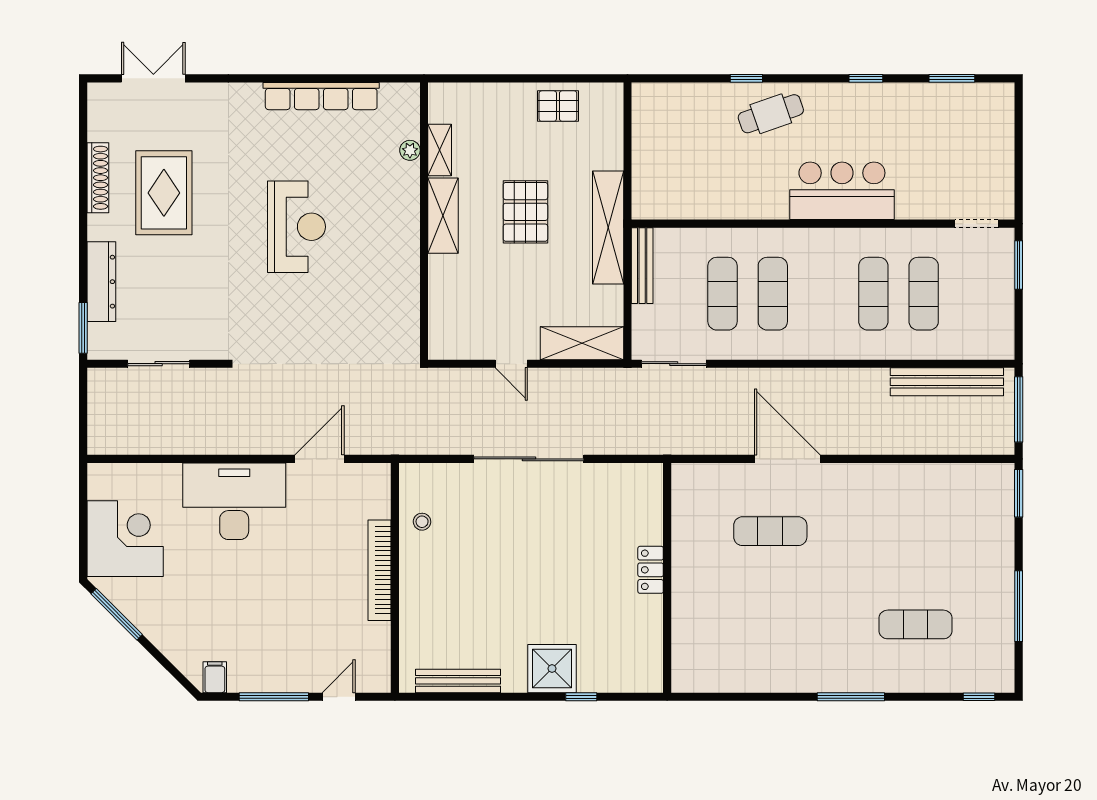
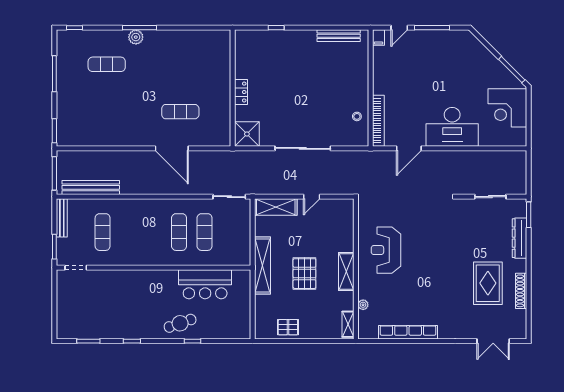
shelving: (440, 150) -> (348, 324), moved
bar counter: (842, 191) -> (205, 284), moved
reception desk: (296, 227) -> (386, 250), moved
bench: (642, 266) -> (62, 218), moved
exercise mat: (873, 294) -> (128, 232), removed
door: (511, 364) -> (312, 197), swing flipped
bookcase: (380, 570) -> (378, 121), moved
shower: (552, 669) -> (247, 134), moved
filing cabinet: (215, 677) -> (379, 38), moved
plant: (858, 678) -> (136, 37), added

